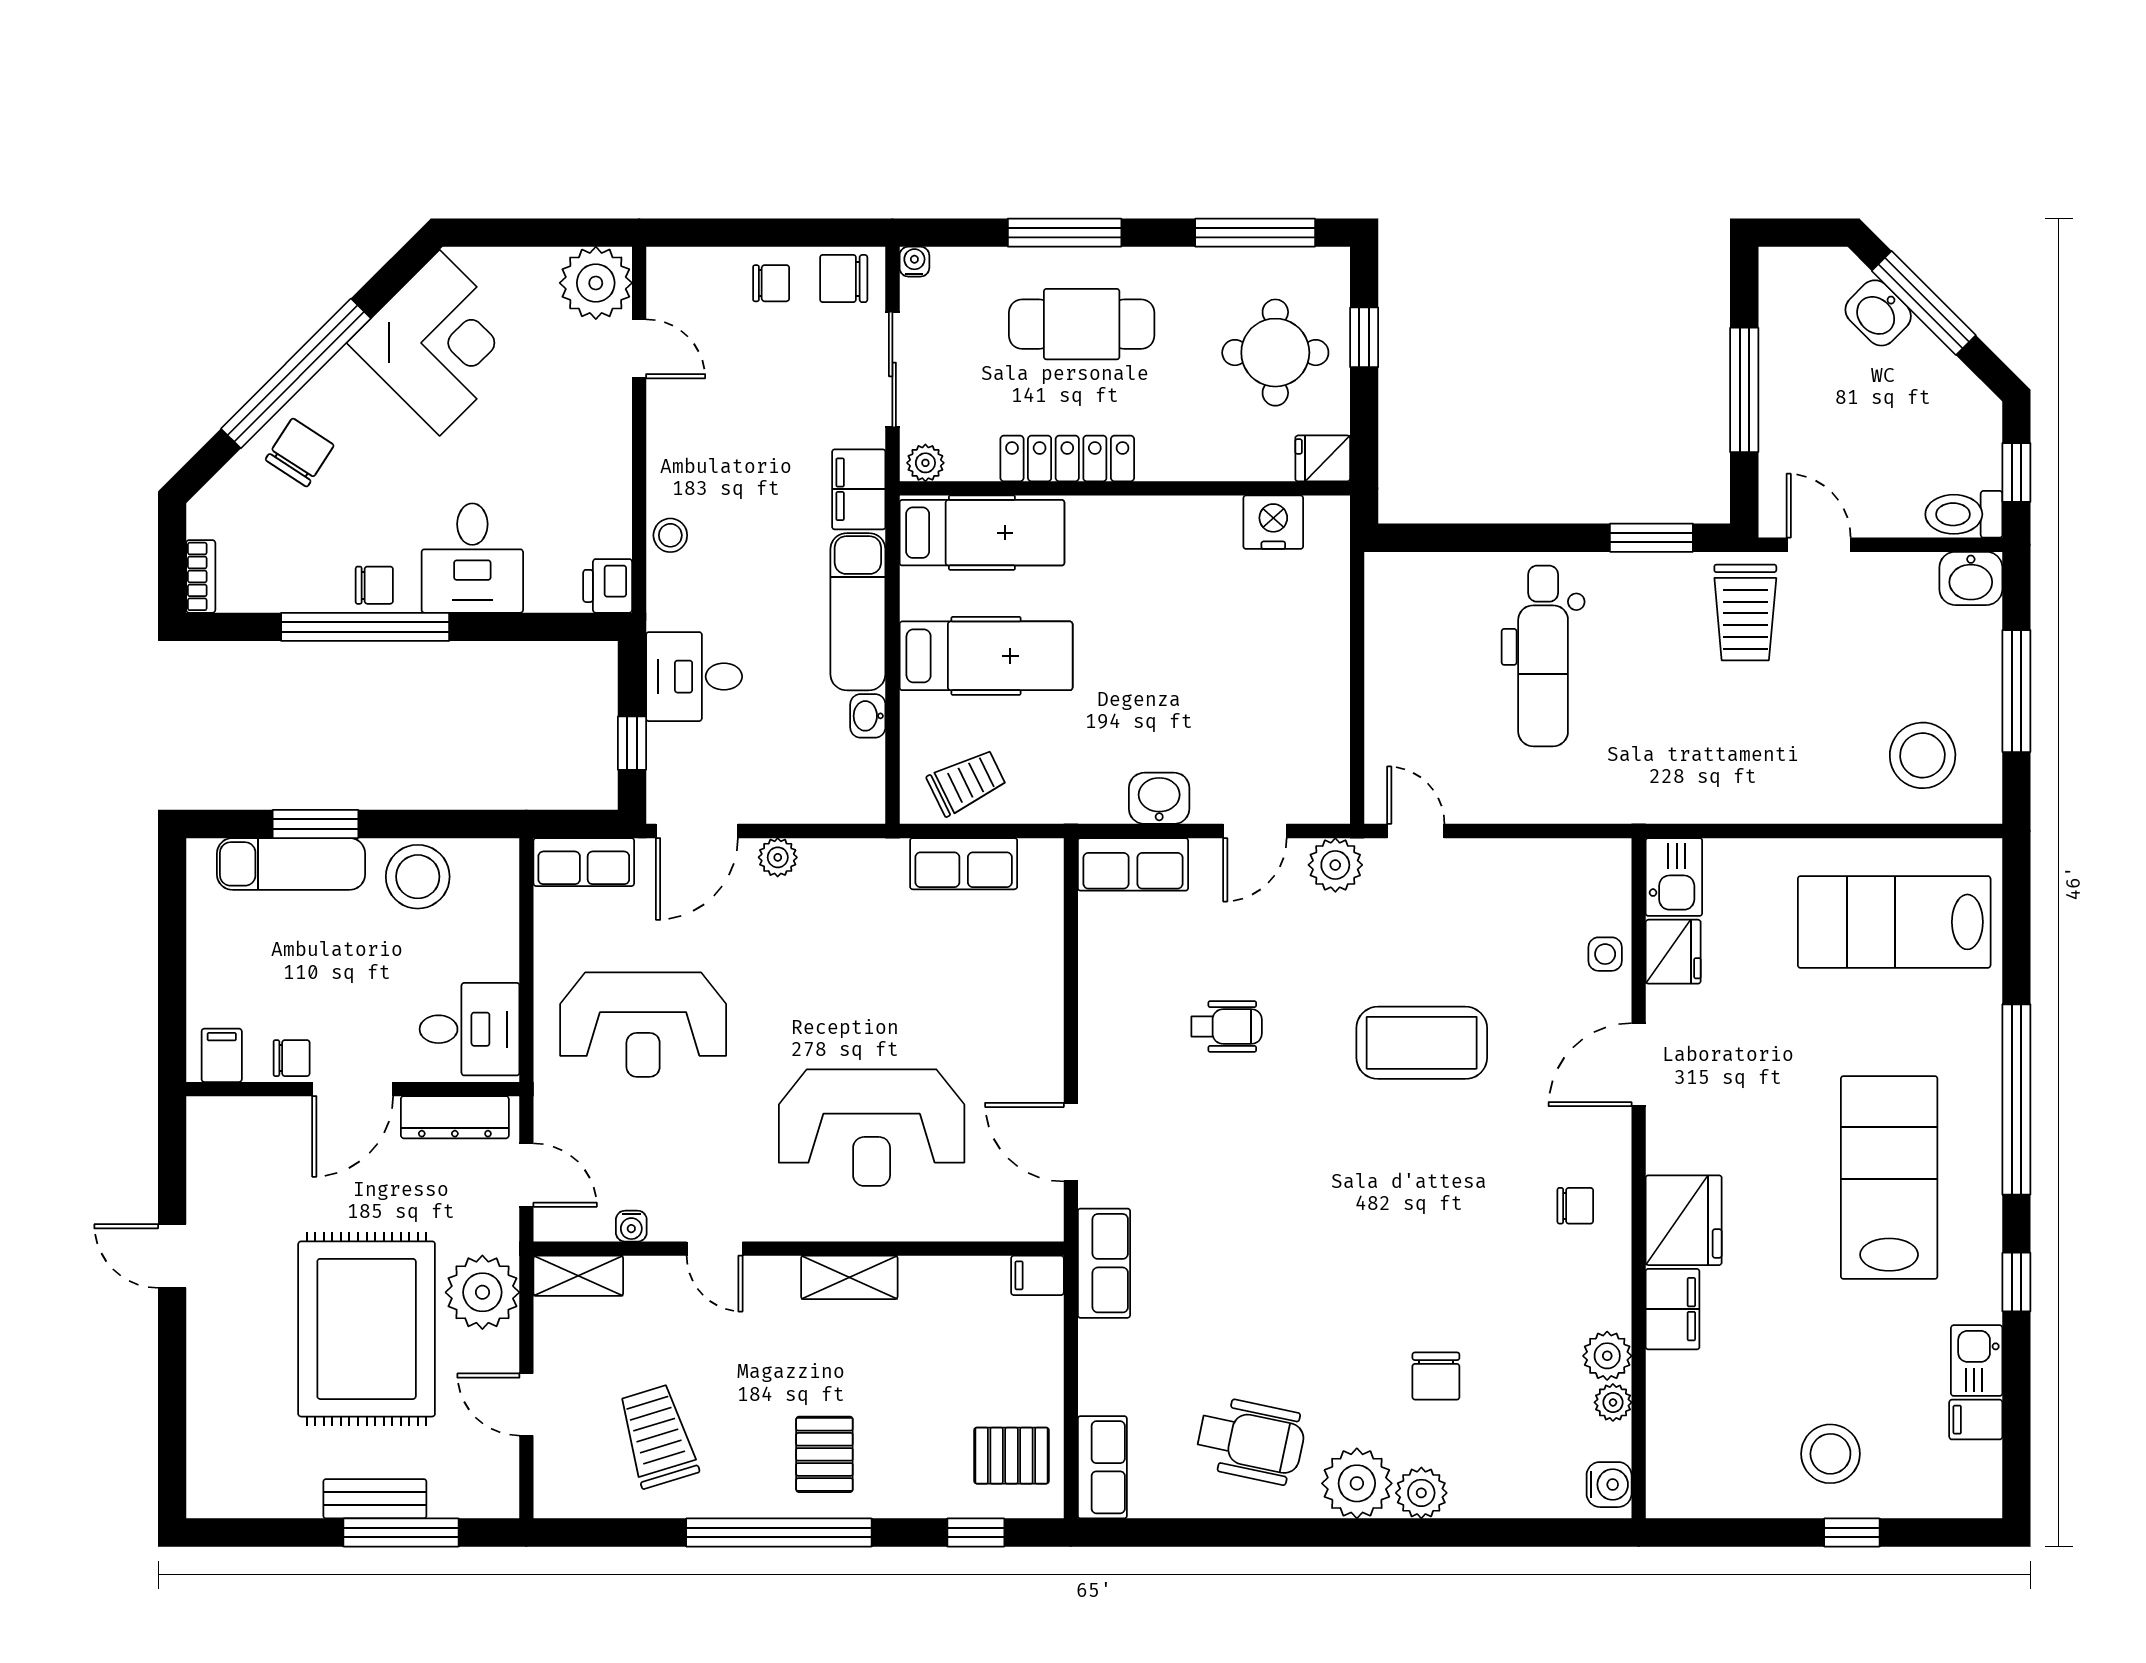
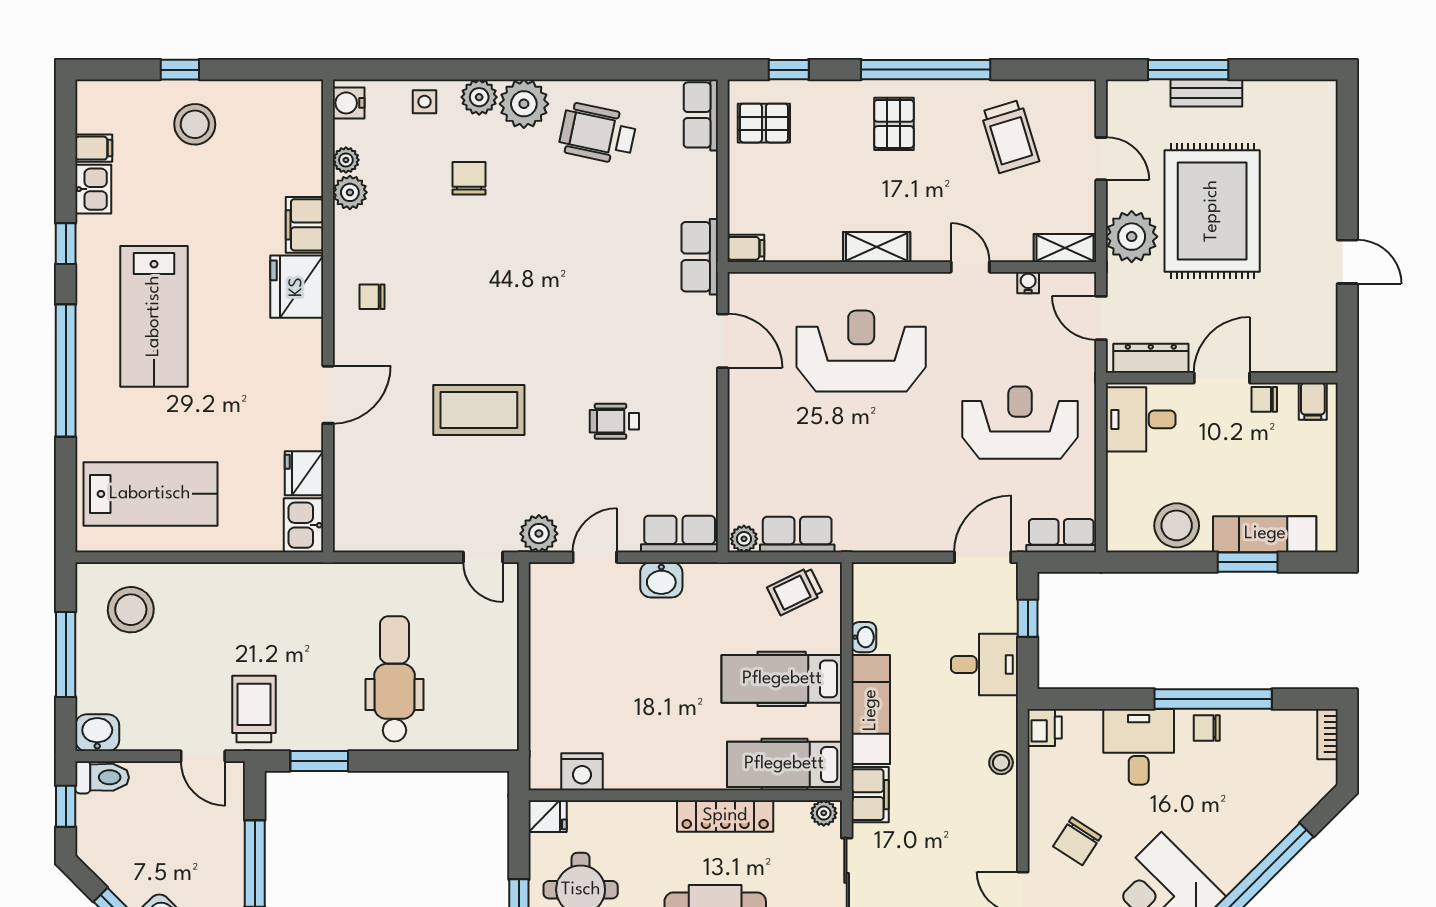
chair: (300, 453) -> (1077, 841), moved
plant: (778, 857) -> (744, 539), moved
side table: (1605, 954) -> (424, 102), moved

